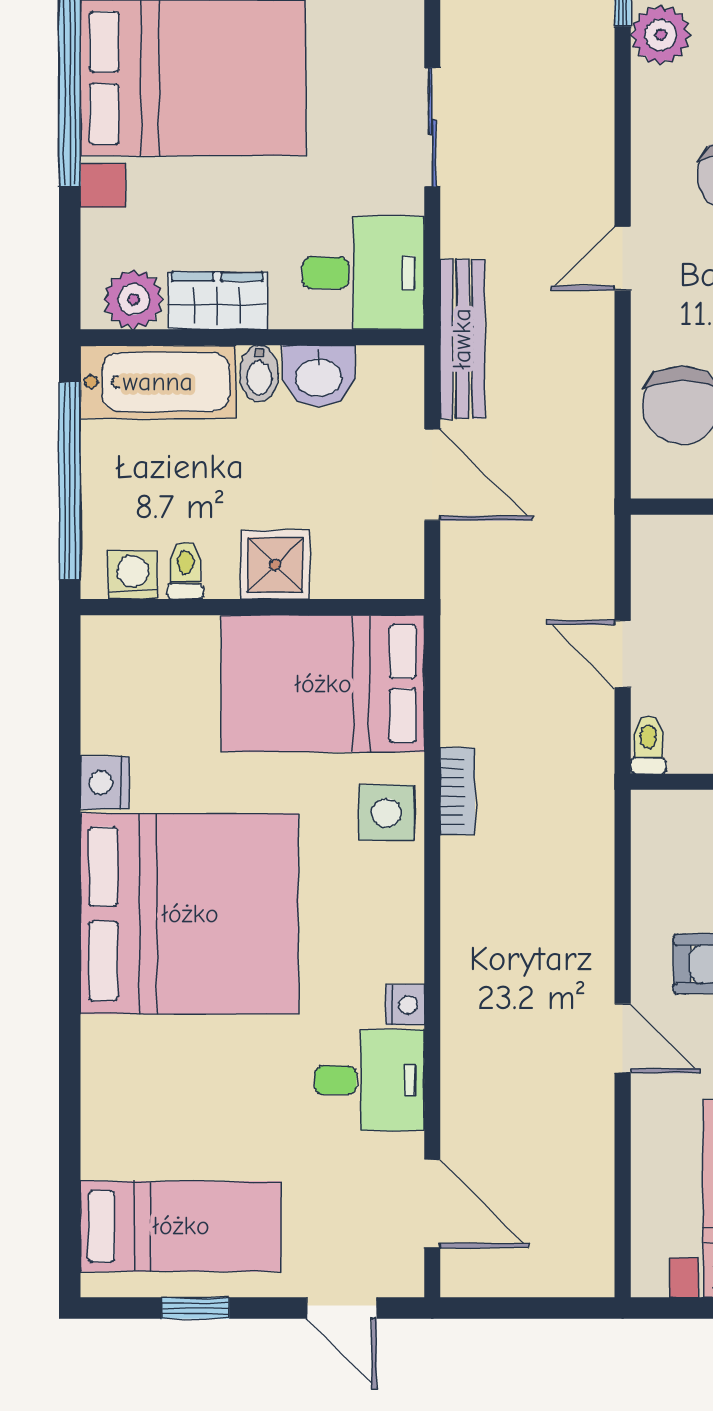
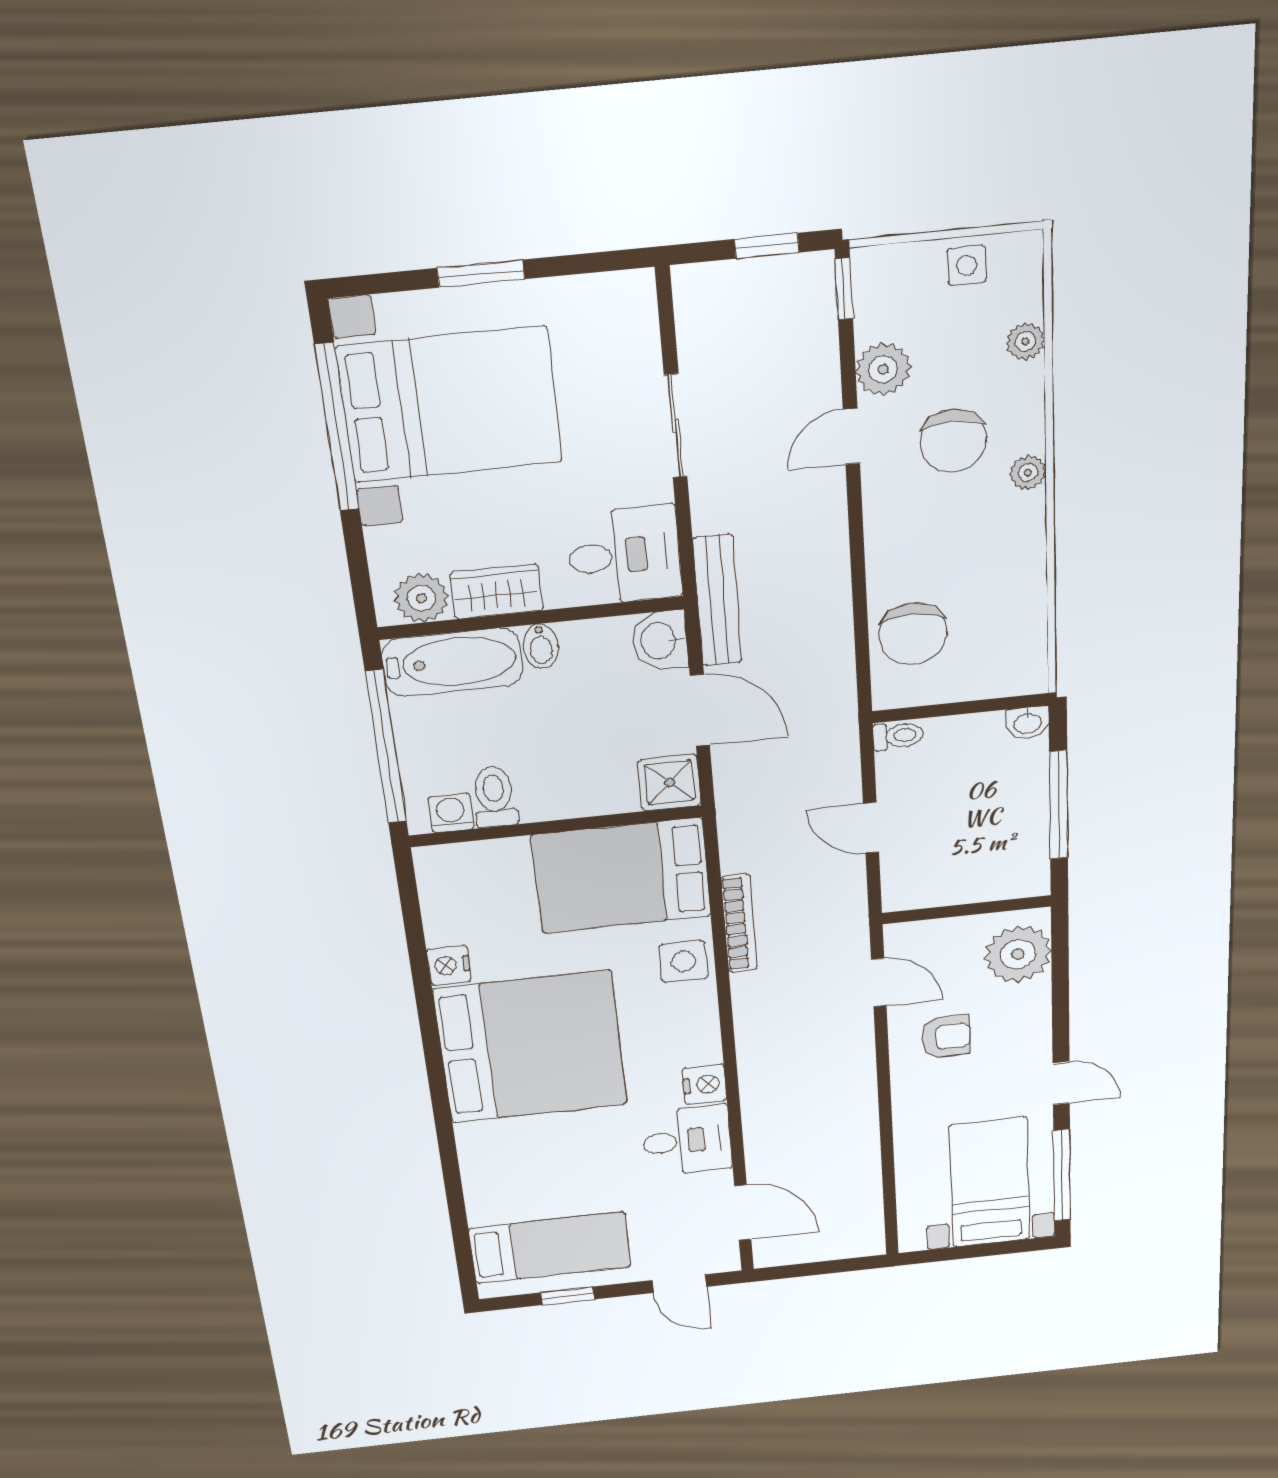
plant: (661, 35) -> (883, 369), moved
door: (623, 258) -> (851, 436), moved
washbasin: (319, 376) -> (660, 641), moved, turned 90
shower: (275, 565) -> (670, 783), moved
toilet: (185, 570) -> (494, 797), width x1.37, depth x1.39
toilet: (648, 745) -> (898, 736), moved, turned 90
bookcase: (458, 791) -> (739, 923), width x1.56
nightstand: (405, 1005) -> (705, 1084), width x1.39, depth x1.35
door: (623, 1038) -> (879, 983), moved

